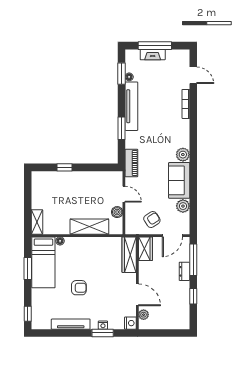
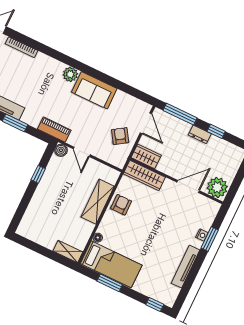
window: (64, 167) -> (38, 174), moved
door: (124, 194) -> (82, 152), swing flipped
plant: (183, 206) -> (122, 99), removed
boiler: (117, 212) -> (61, 150), moved
dresser: (184, 271) -> (200, 134), moved
armchair: (79, 288) -> (121, 205), moved
plant: (144, 315) -> (217, 187), width x1.88, depth x1.88
nightstand: (130, 323) -> (213, 207), removed

